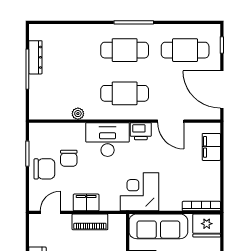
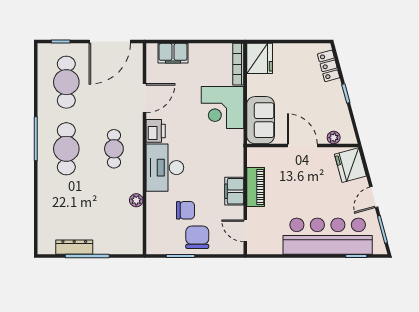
cafe table: (125, 93) -> (114, 149), width x0.73, depth x0.74
corner desk: (139, 192) -> (222, 108), moved
sofa: (158, 226) -> (261, 120), width x0.73

